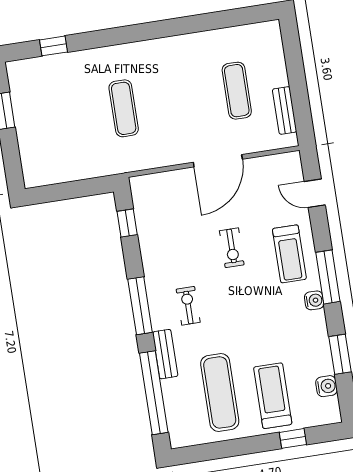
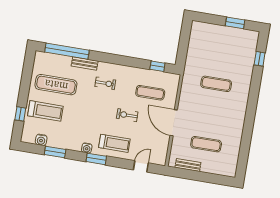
exercise mat: (178, 220) -> (150, 93), added
treadmill: (289, 254) -> (114, 143), turned 180
window: (328, 277) -> (96, 159), width x0.69
window: (140, 306) -> (113, 59), removed

